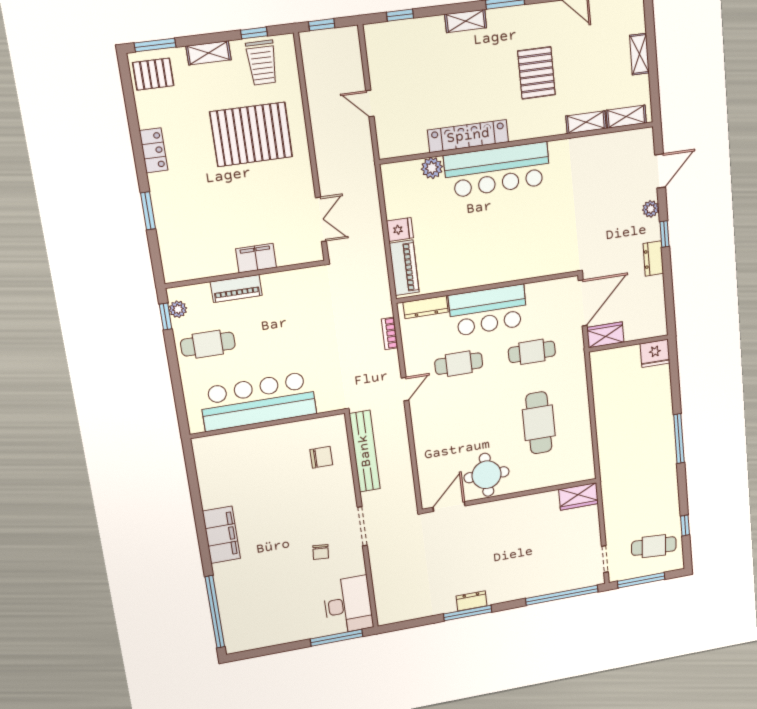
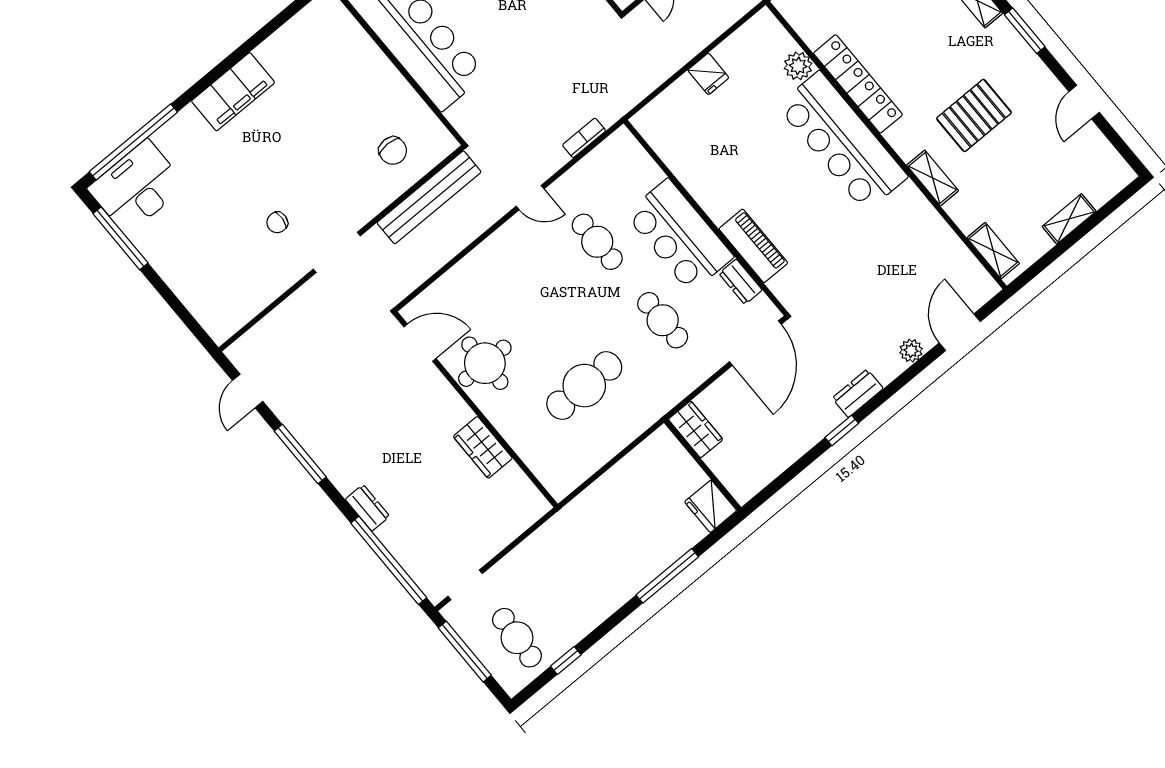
shelving: (586, 122) -> (933, 178), moved
door: (660, 171) -> (960, 332), swing flipped
window: (665, 234) -> (842, 430), moved
piano: (404, 268) -> (753, 246), moved, turned -90
door: (583, 303) -> (755, 343), hinge flipped
dresser: (426, 307) -> (740, 282), moved, width x0.70
wardrobe: (605, 335) -> (696, 429), moved
wall: (629, 343) -> (703, 465), moved
fridge: (655, 353) -> (711, 506), moved
wardrobe: (578, 496) -> (483, 447), moved
dresser: (471, 601) -> (367, 508), moved
desk: (348, 605) -> (137, 187), moved, turned 180
door: (411, 624) -> (248, 391), added
window: (336, 638) -> (120, 238), moved

